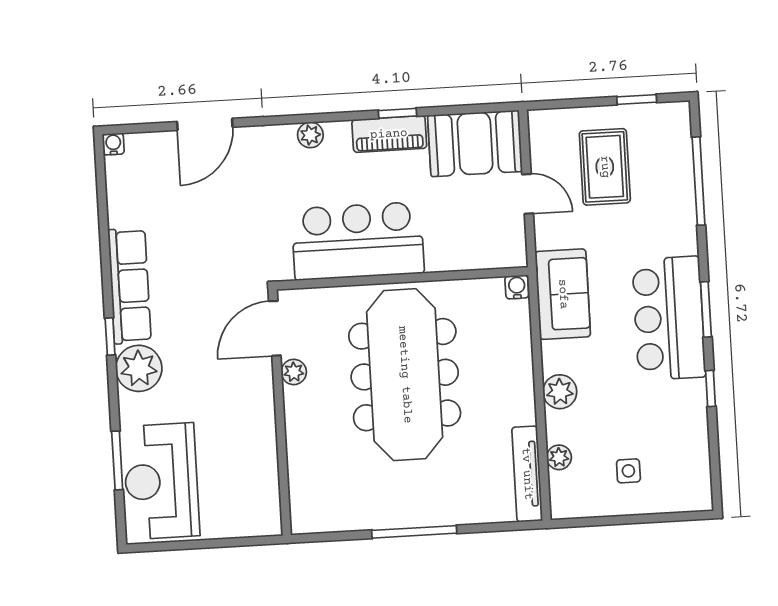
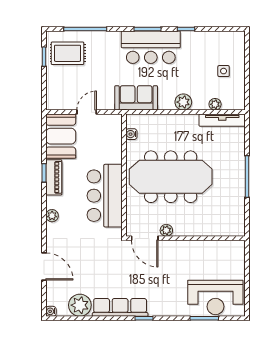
rug: (605, 167) -> (68, 53), moved
water cooler: (517, 287) -> (131, 134), moved
plant: (139, 368) -> (80, 305), moved

